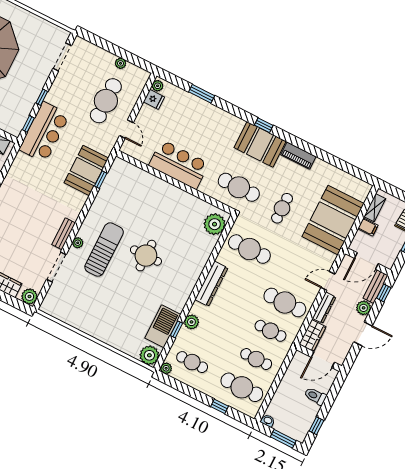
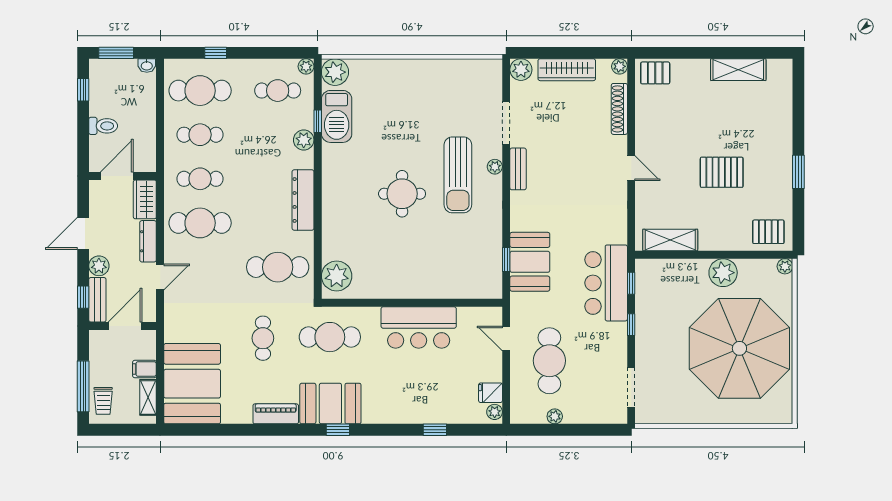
window: (202, 94) -> (435, 430), width x0.67
booth: (333, 220) -> (192, 384), moved

